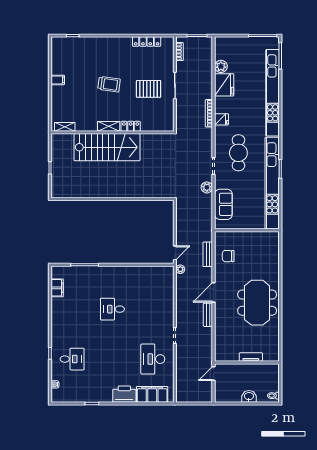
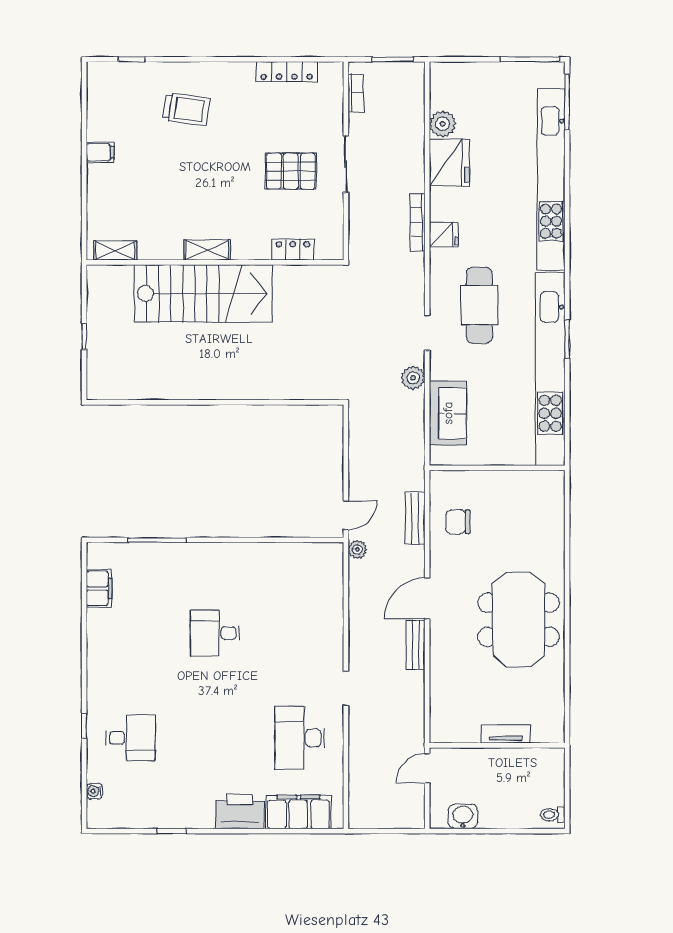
trolley: (109, 84) -> (186, 109), moved
locker: (131, 126) -> (293, 250), moved
washbasin: (249, 396) -> (463, 816), moved

